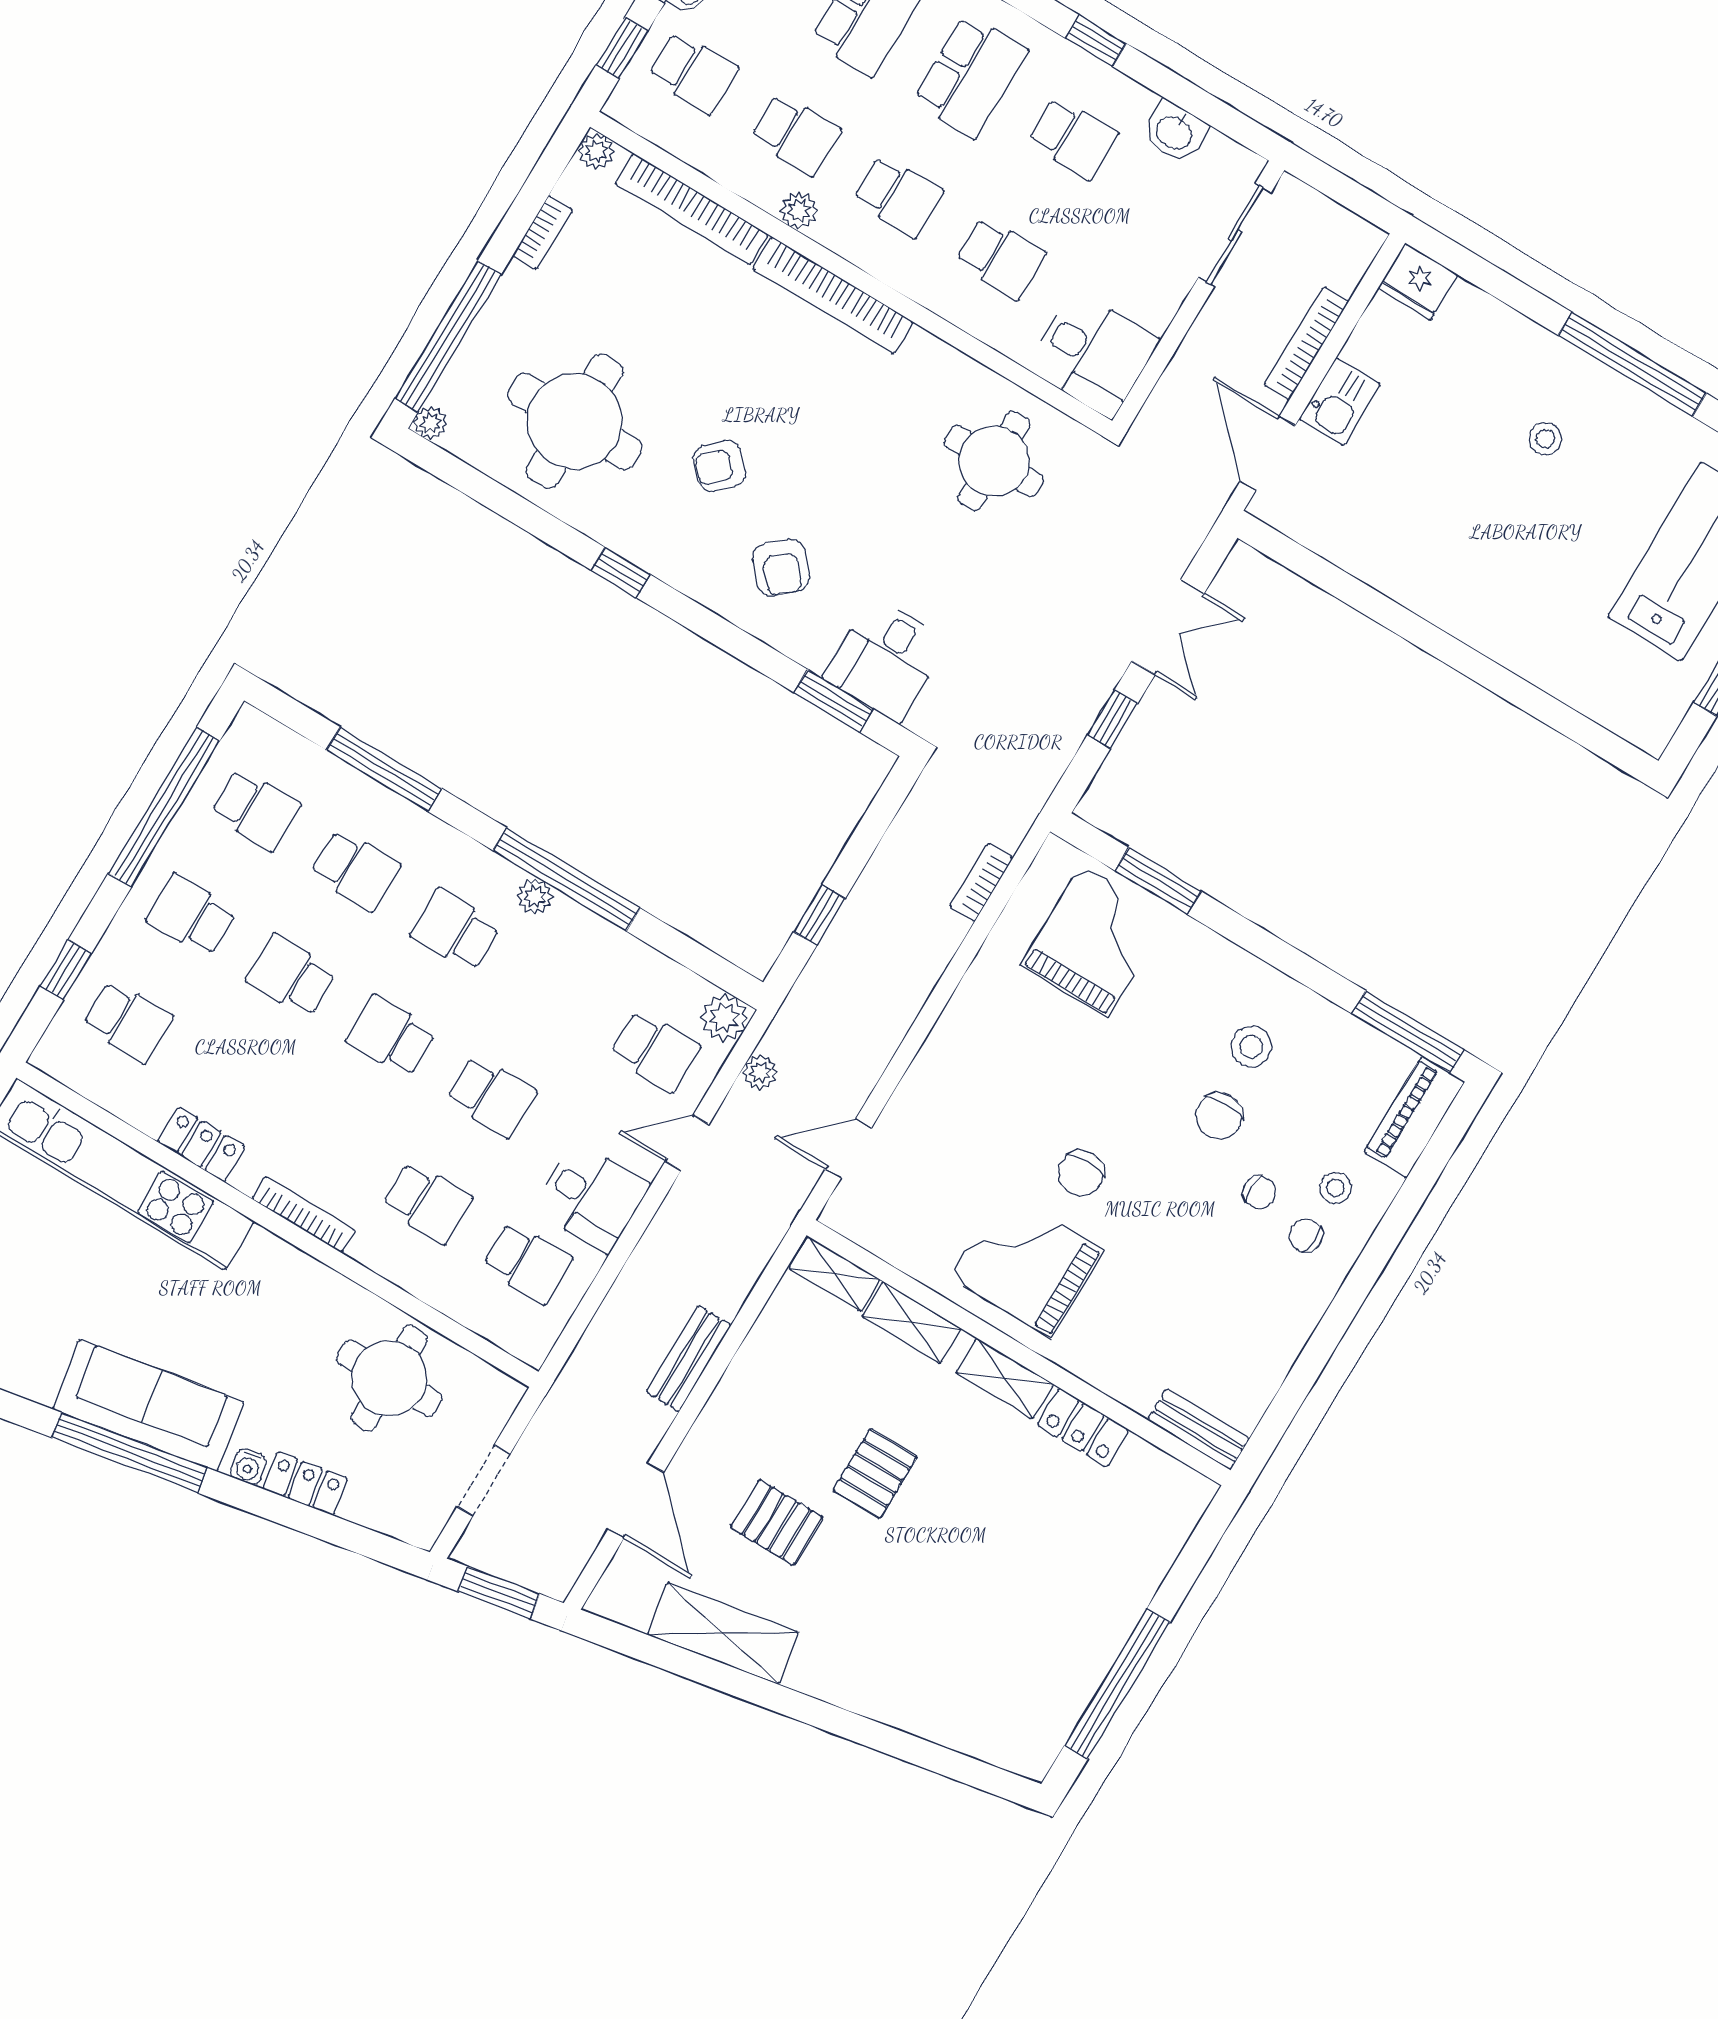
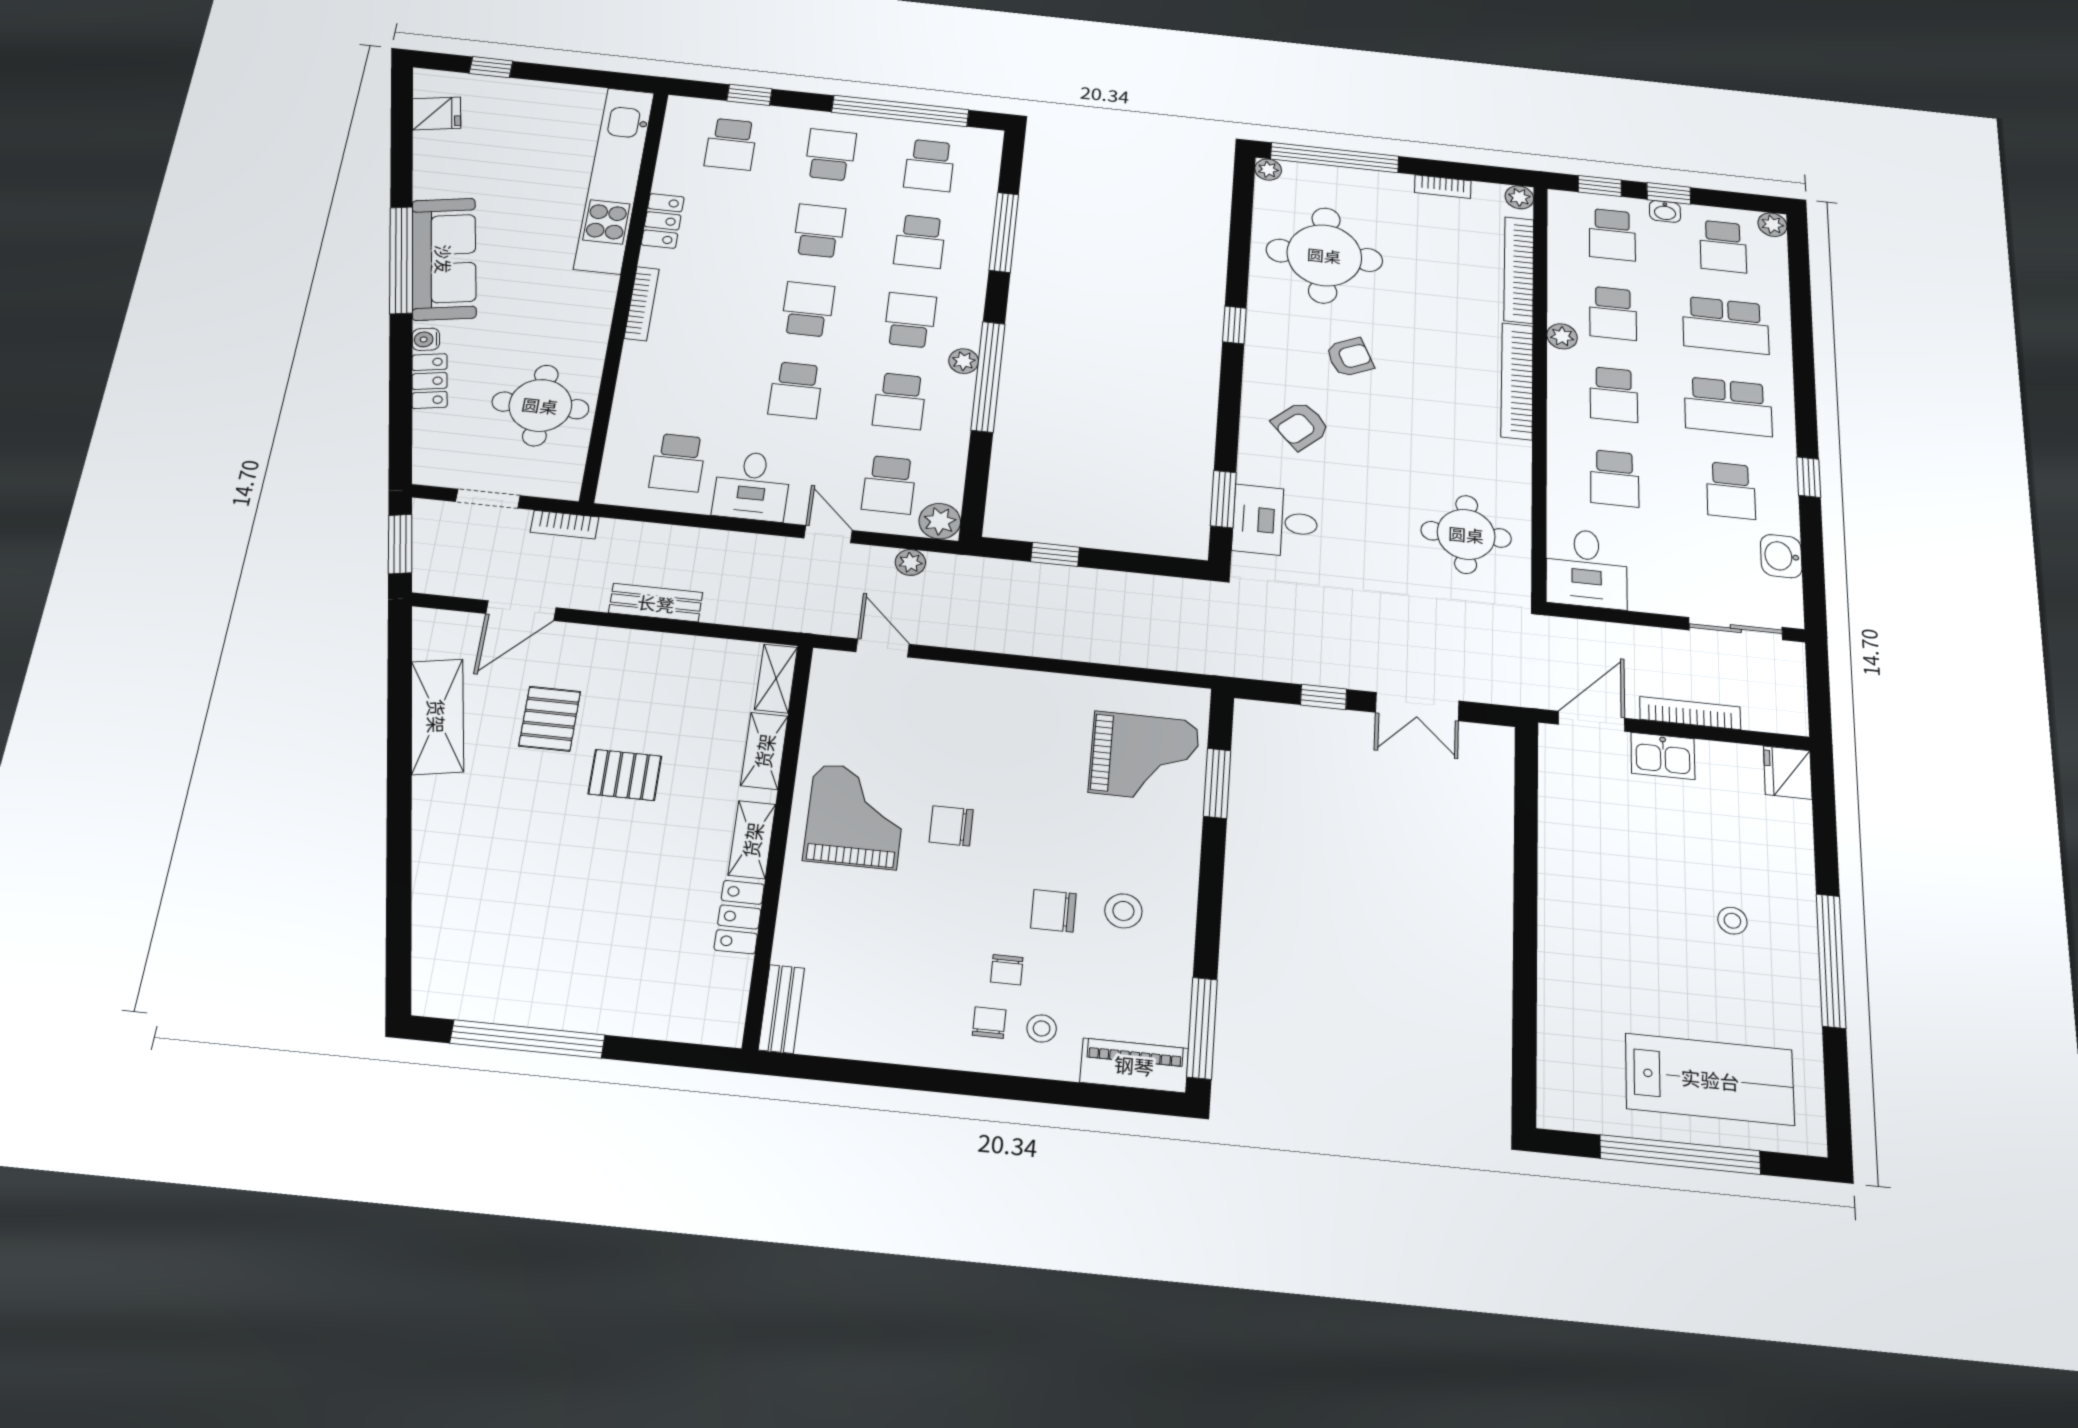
armchair: (719, 466) -> (1350, 357), turned 111
bookcase: (981, 882) -> (565, 525), moved, turned 180
school desk: (427, 1202) -> (900, 401), moved

